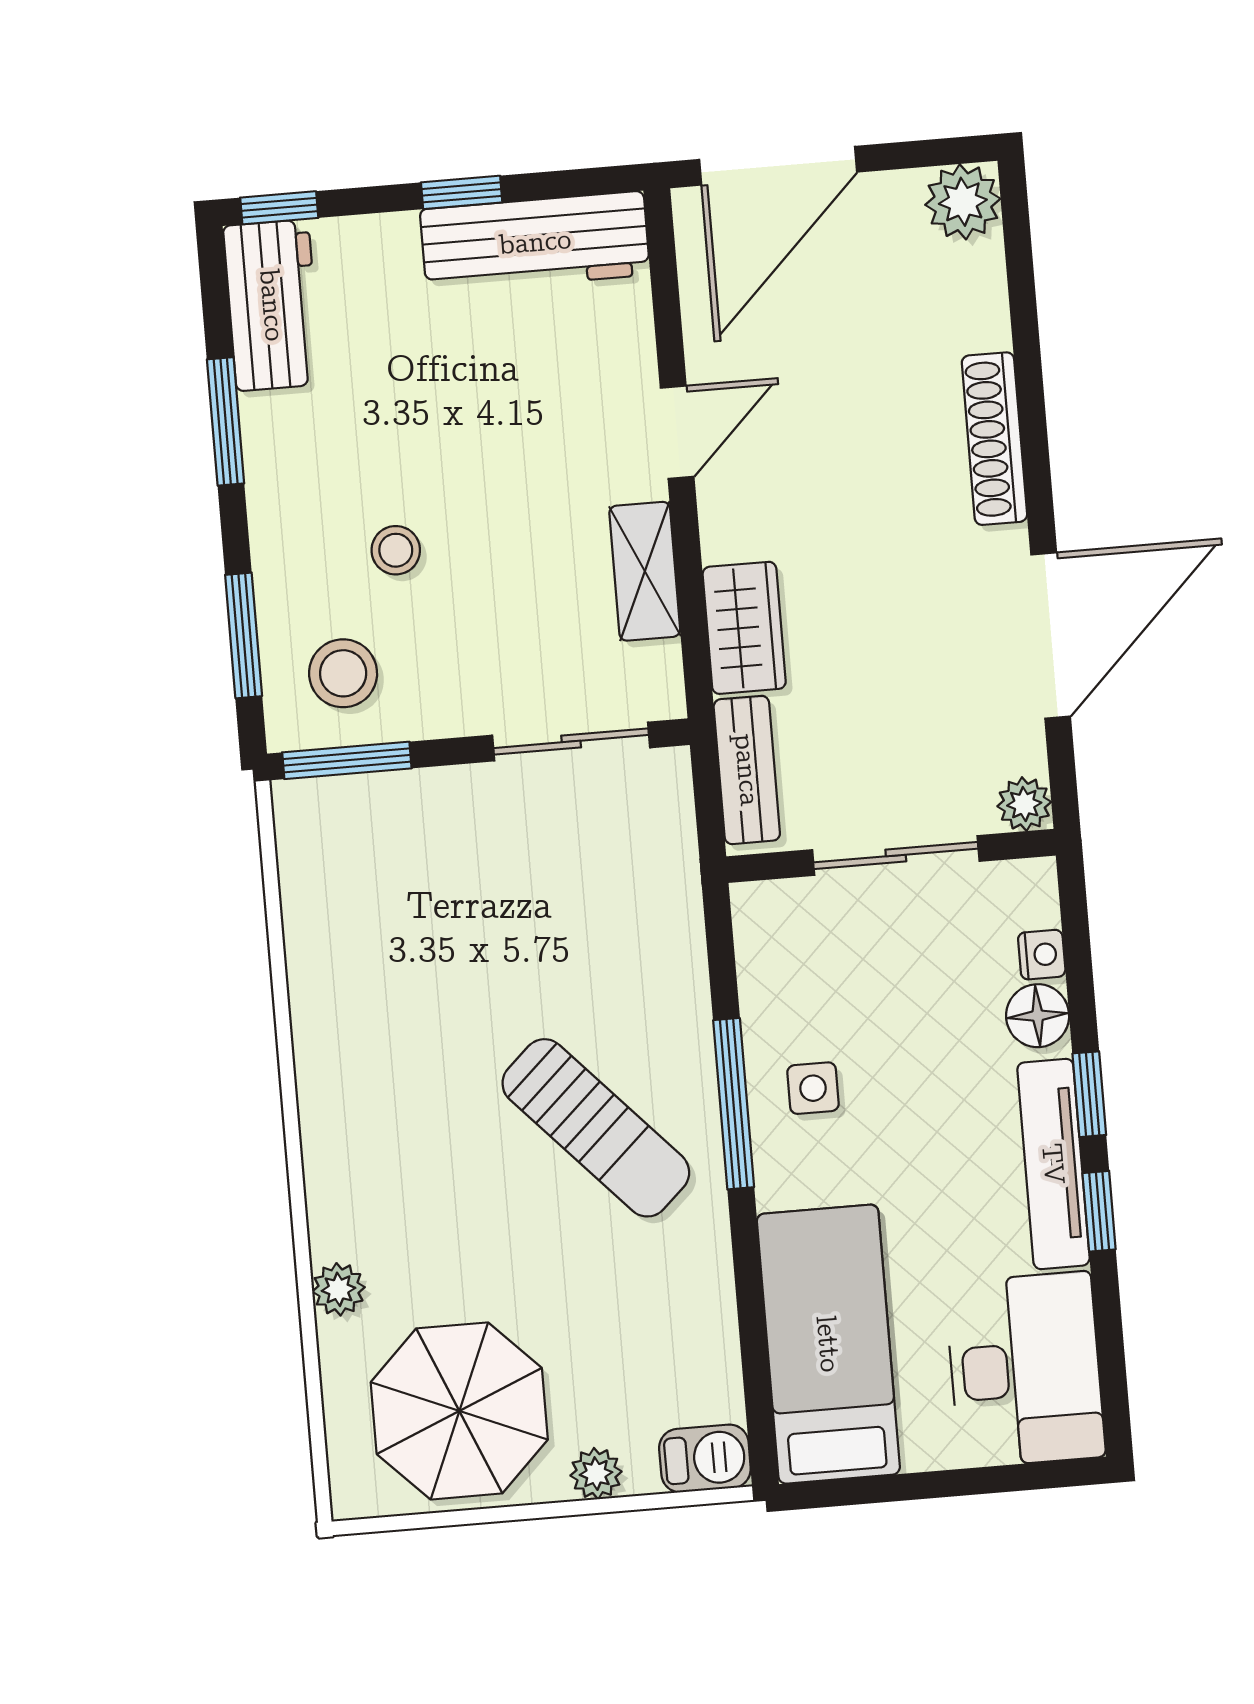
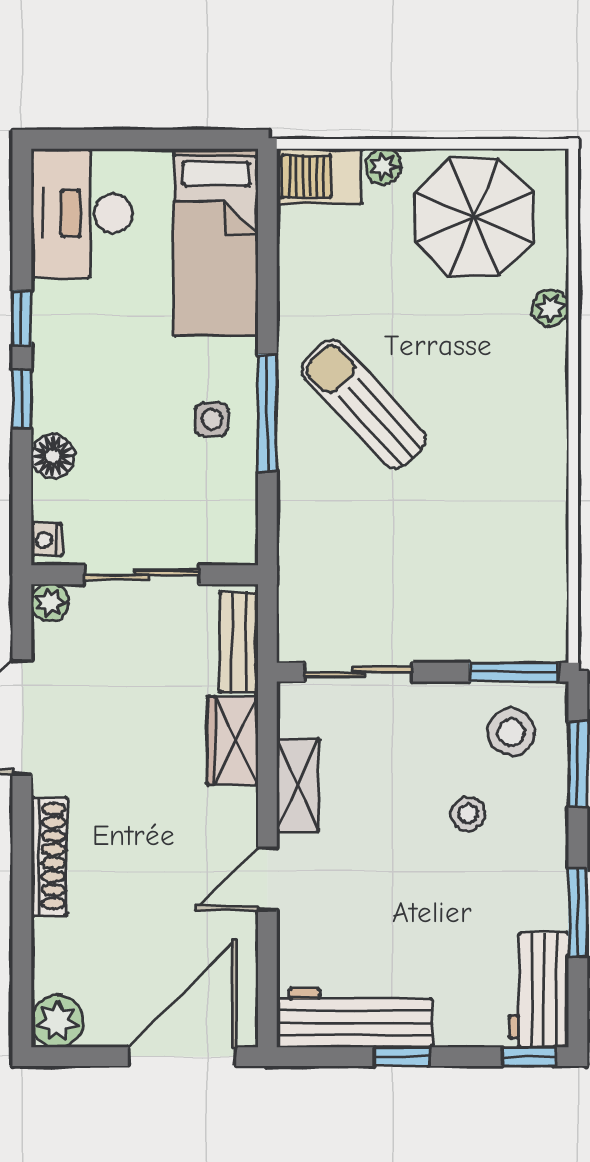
nightstand: (1042, 955) -> (47, 540), moved
tv unit: (1053, 1164) -> (51, 353), removed
barbecue: (705, 1458) -> (319, 176), width x1.38, depth x1.27

